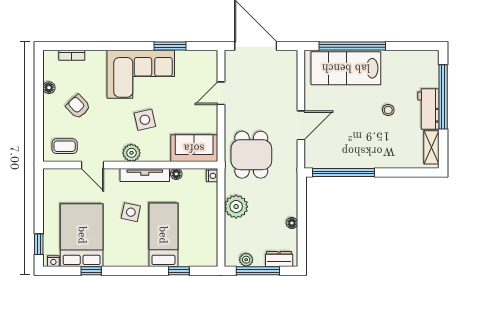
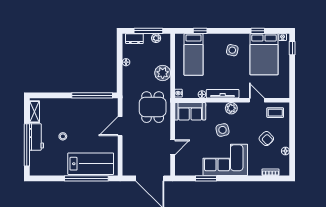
side table: (131, 212) -> (232, 50), moved
bed: (163, 235) -> (194, 55), moved

